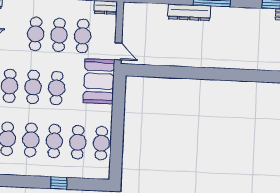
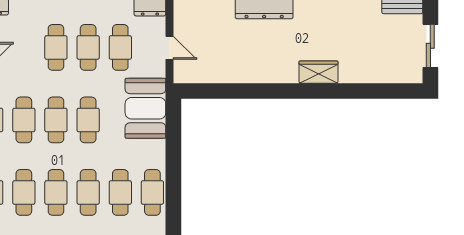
door: (118, 51) -> (170, 48), moved
wardrobe: (227, 61) -> (318, 72), added

